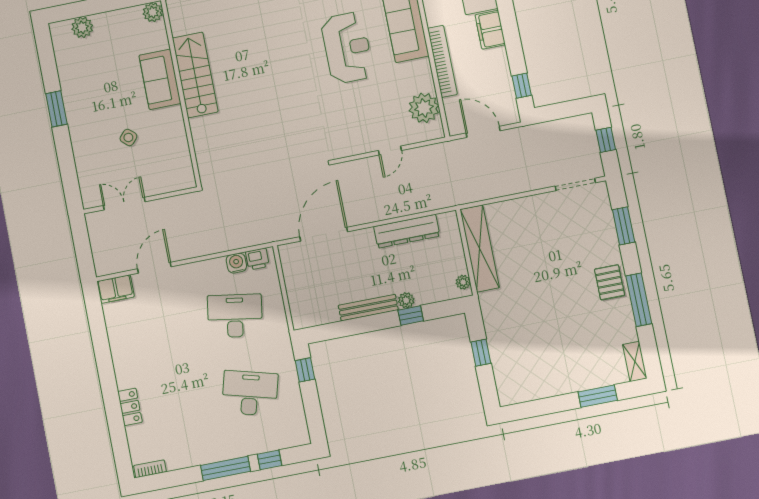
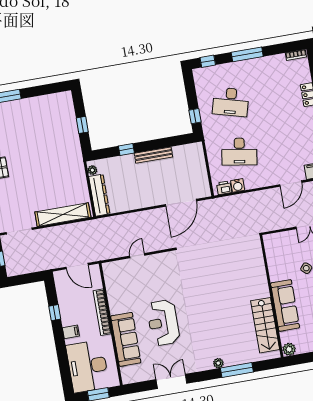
filing cabinet: (490, 30) -> (71, 332), width x0.50
stairs: (195, 75) -> (265, 325), moved
sofa: (160, 79) -> (285, 305), width x1.36
window: (522, 86) -> (55, 313), moved
plant: (424, 108) -> (115, 282), removed
dresser: (407, 231) -> (99, 195), moved, turned 90
shelving: (480, 249) -> (63, 215), moved, turned 90
plant: (406, 300) -> (129, 159), removed
window: (270, 460) -> (208, 61), moved

